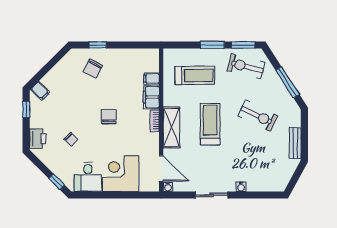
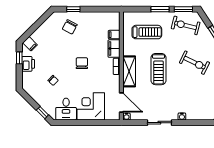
treadmill: (210, 124) -> (159, 69), turned 180
printer: (38, 139) -> (28, 64), moved

